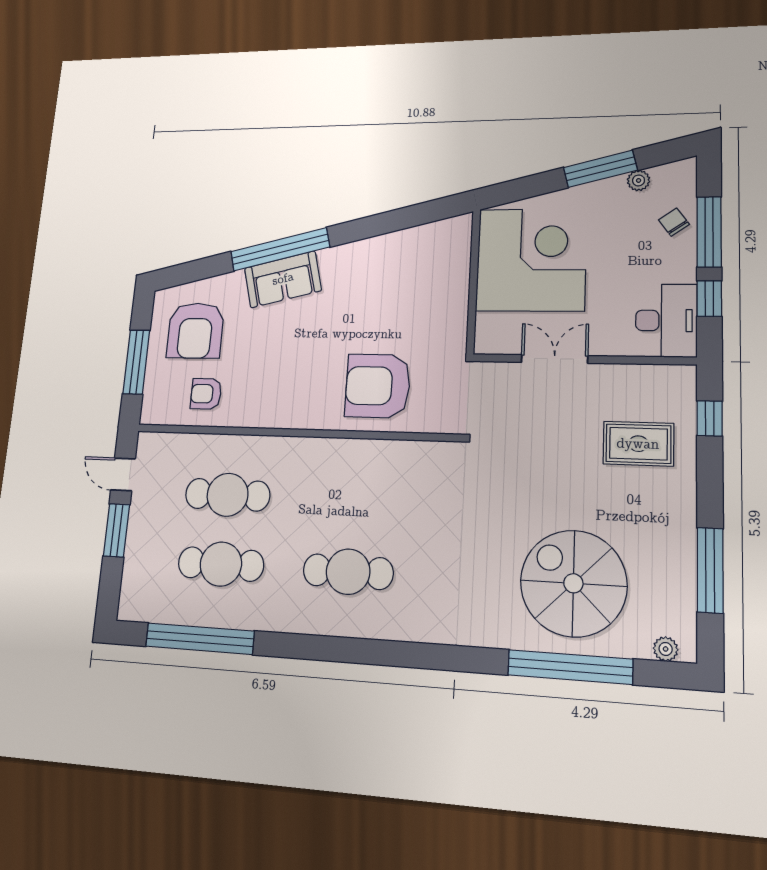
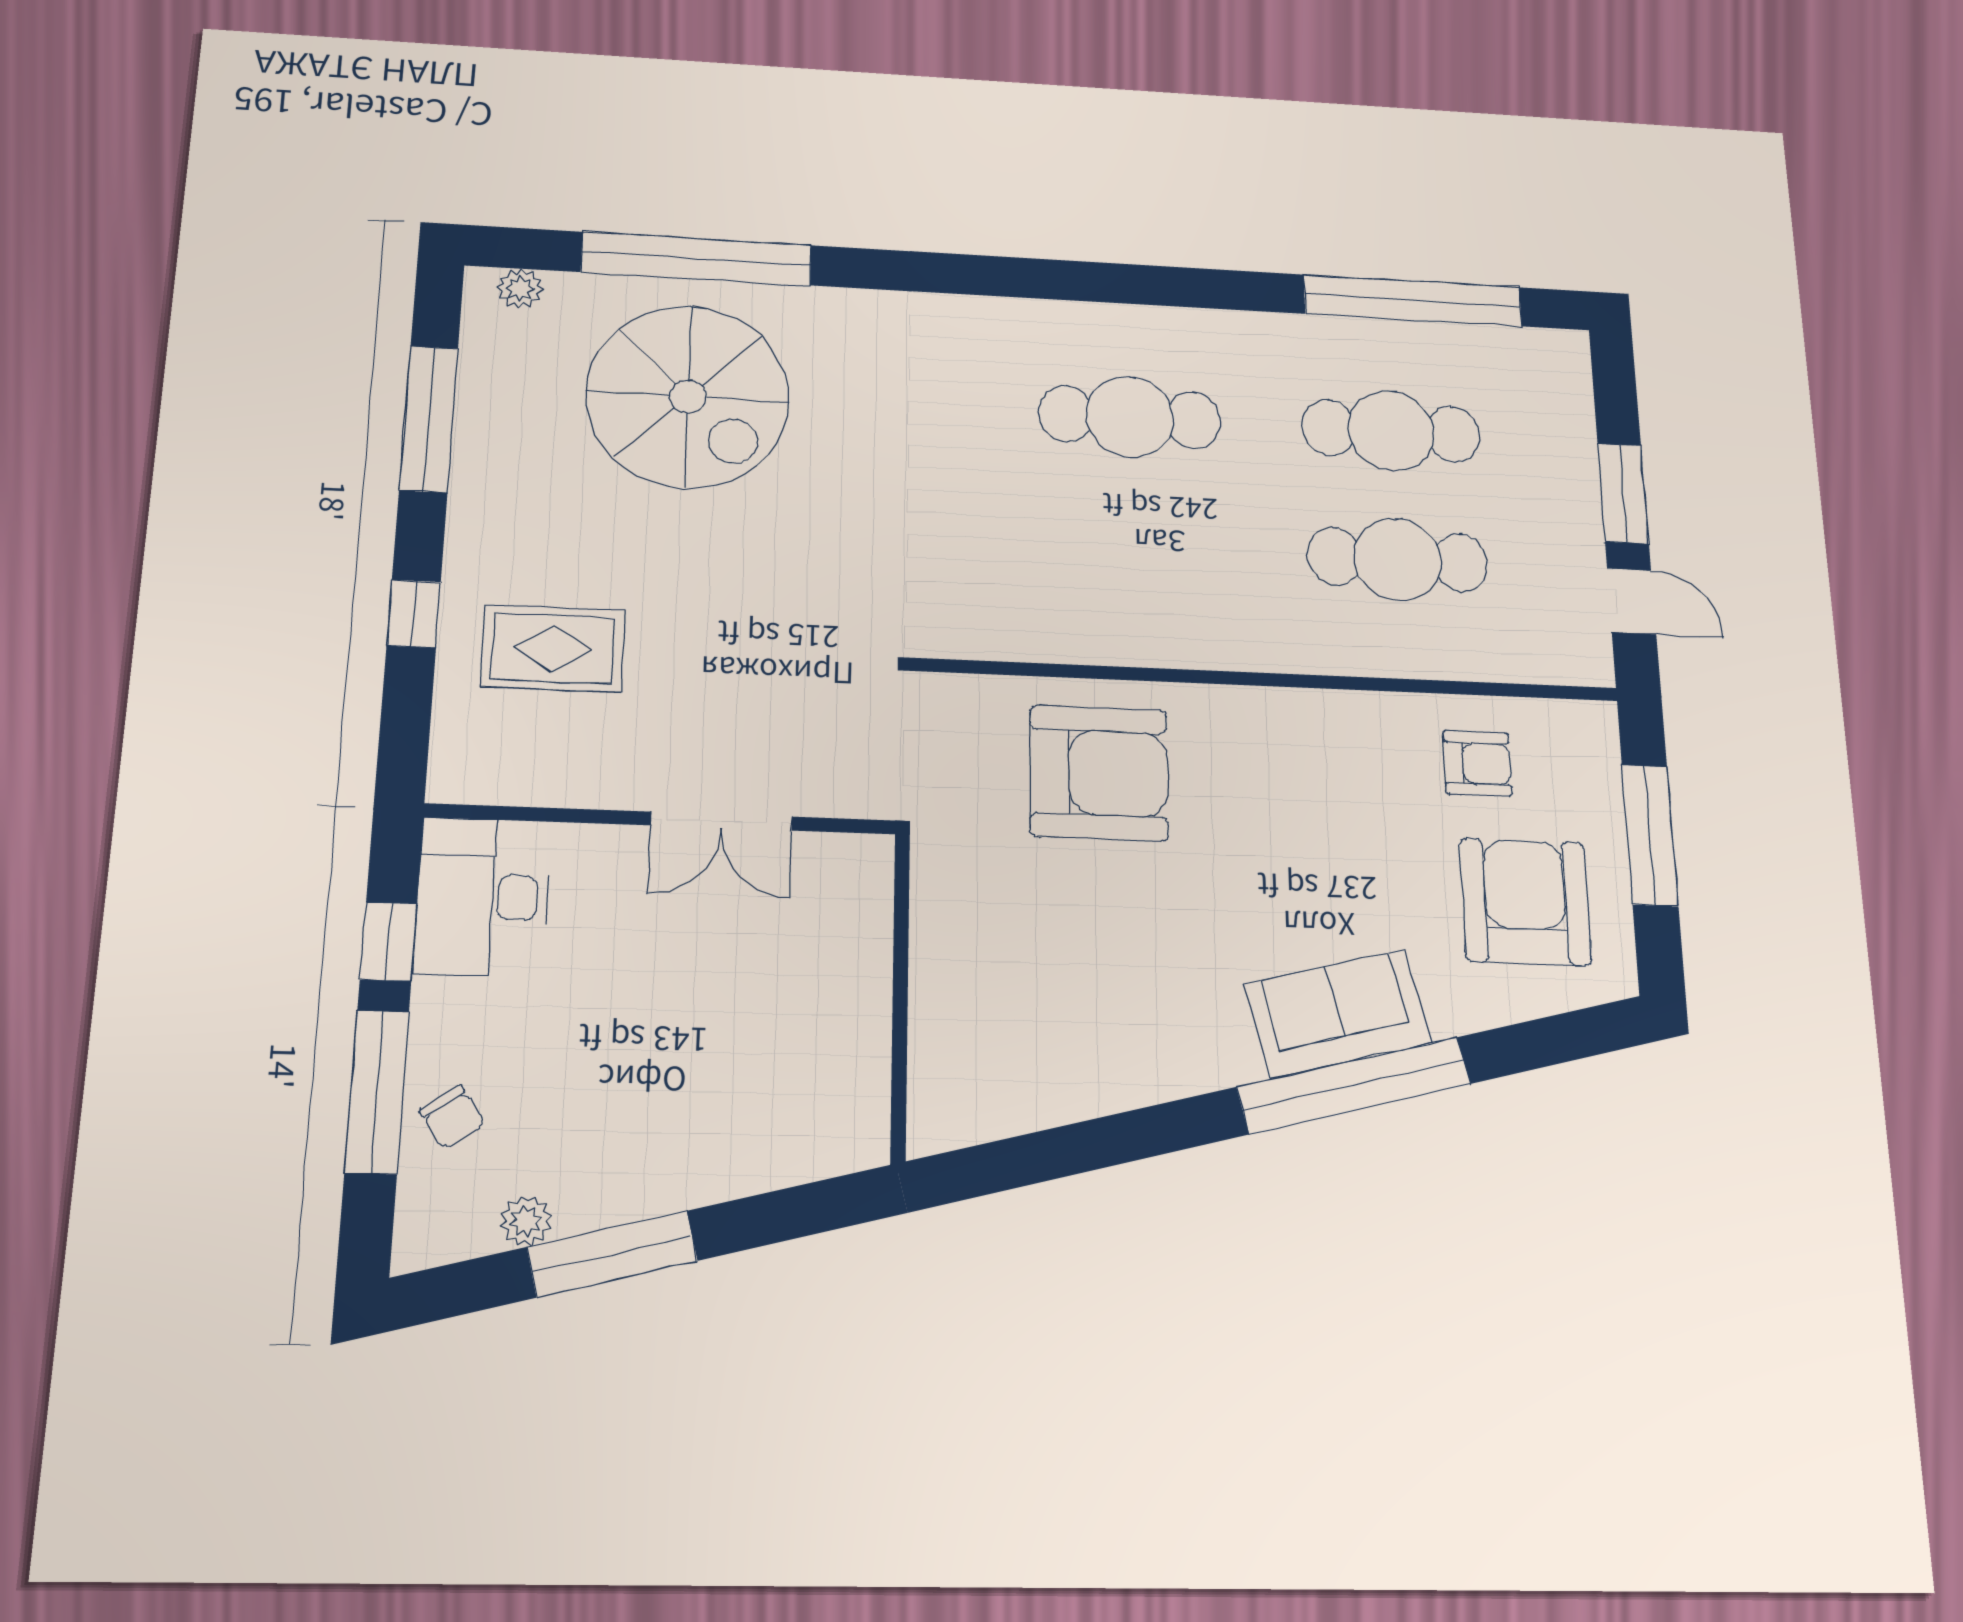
corner desk: (531, 260) -> (772, 1041), removed
window: (710, 418) -> (414, 614), moved

